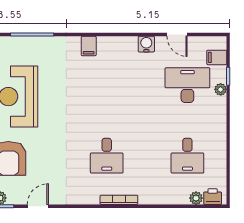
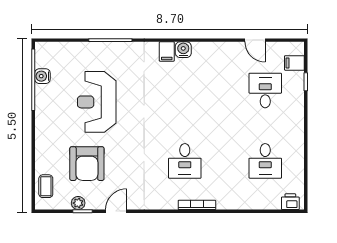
water cooler: (146, 44) -> (183, 50), moved
desk: (187, 85) -> (265, 91), width x0.73
plant: (221, 89) -> (298, 95), removed
plant: (196, 198) -> (274, 203), removed

